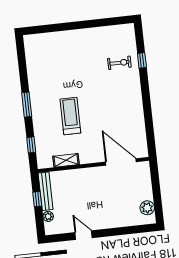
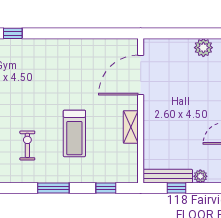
exercise bike: (119, 63) -> (27, 145), moved
treadmill: (70, 116) -> (74, 133), turned -90
shelving: (66, 160) -> (131, 127), moved

